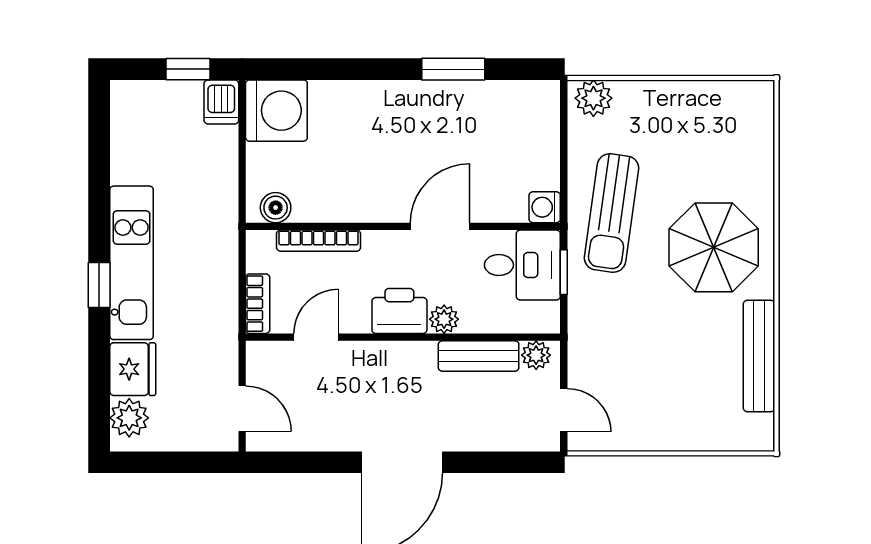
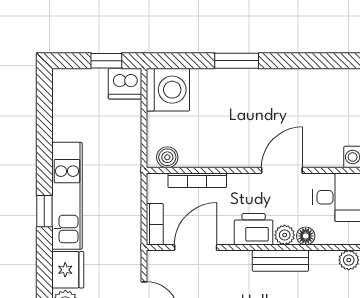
window: (453, 69) -> (237, 61), moved
dishwasher: (221, 102) -> (125, 84), width x1.38
floor lamp: (474, 321) -> (306, 236), added
door: (316, 337) -> (196, 248), width x1.37
bench: (479, 356) -> (280, 261), moved

